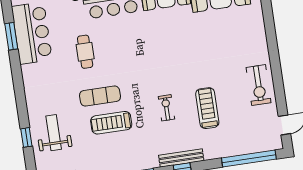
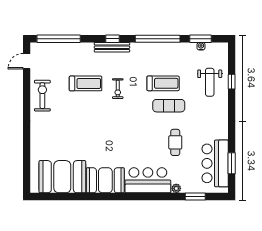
treadmill: (207, 108) -> (86, 83), turned -90

